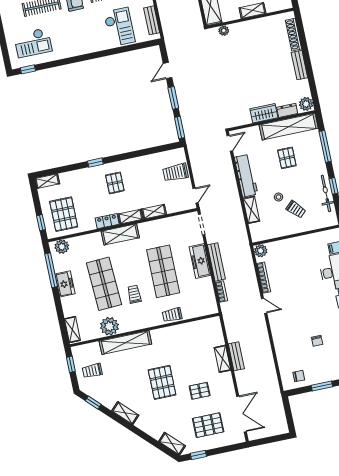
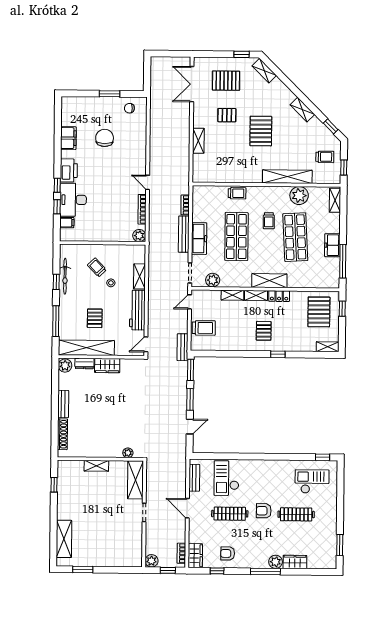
plant: (62, 247) -> (213, 280), moved
chair: (317, 341) -> (105, 138), width x1.87, depth x1.87
bench: (236, 356) -> (182, 347), moved

